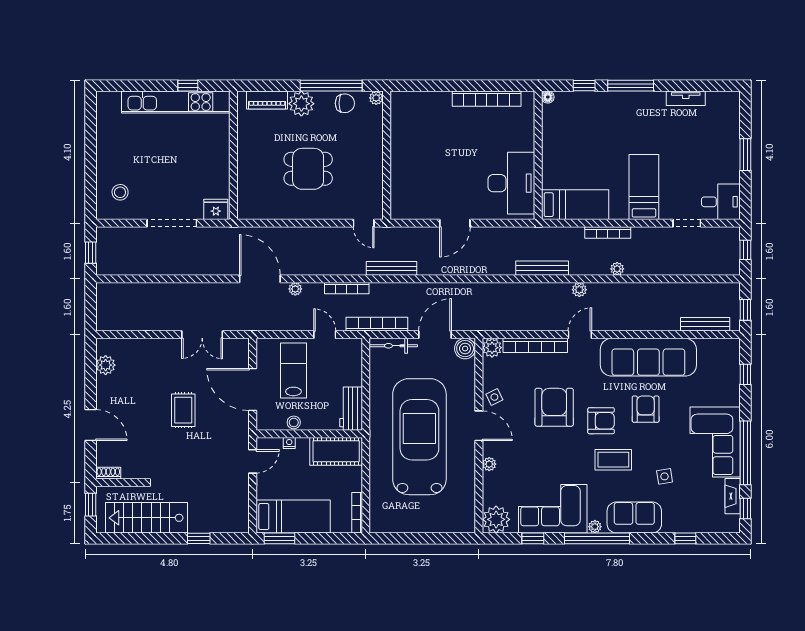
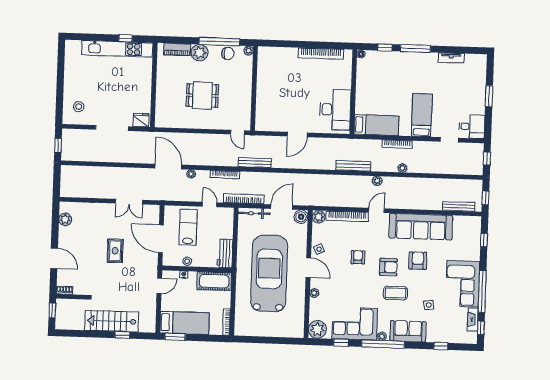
armchair: (554, 407) -> (358, 257), width x0.53, depth x0.53
stairs: (146, 518) -> (112, 321), moved

